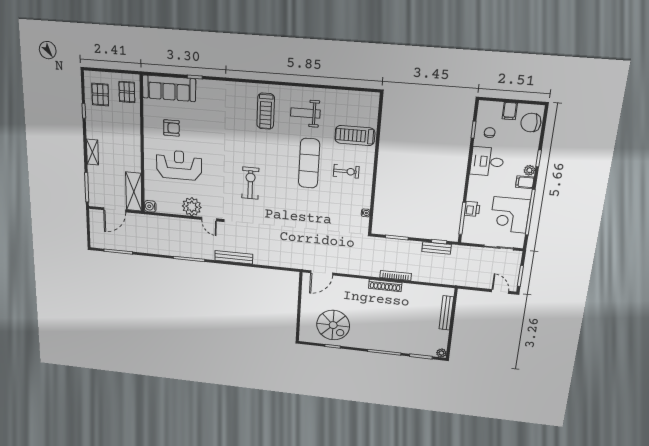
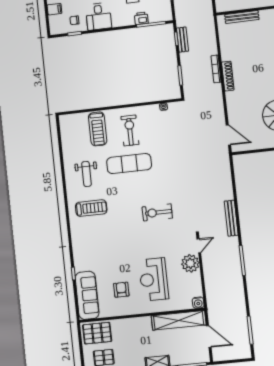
pallet: (127, 92) -> (97, 333), width x1.50, depth x1.42
exercise bike: (346, 171) -> (130, 130), width x1.38, depth x1.39
shelving: (134, 192) -> (179, 320), width x1.47

